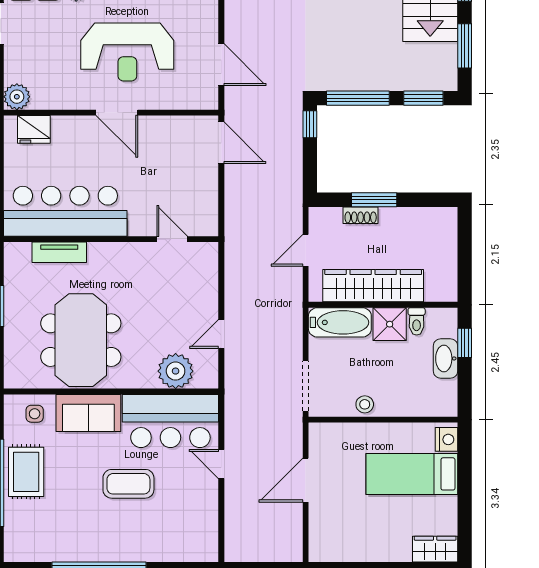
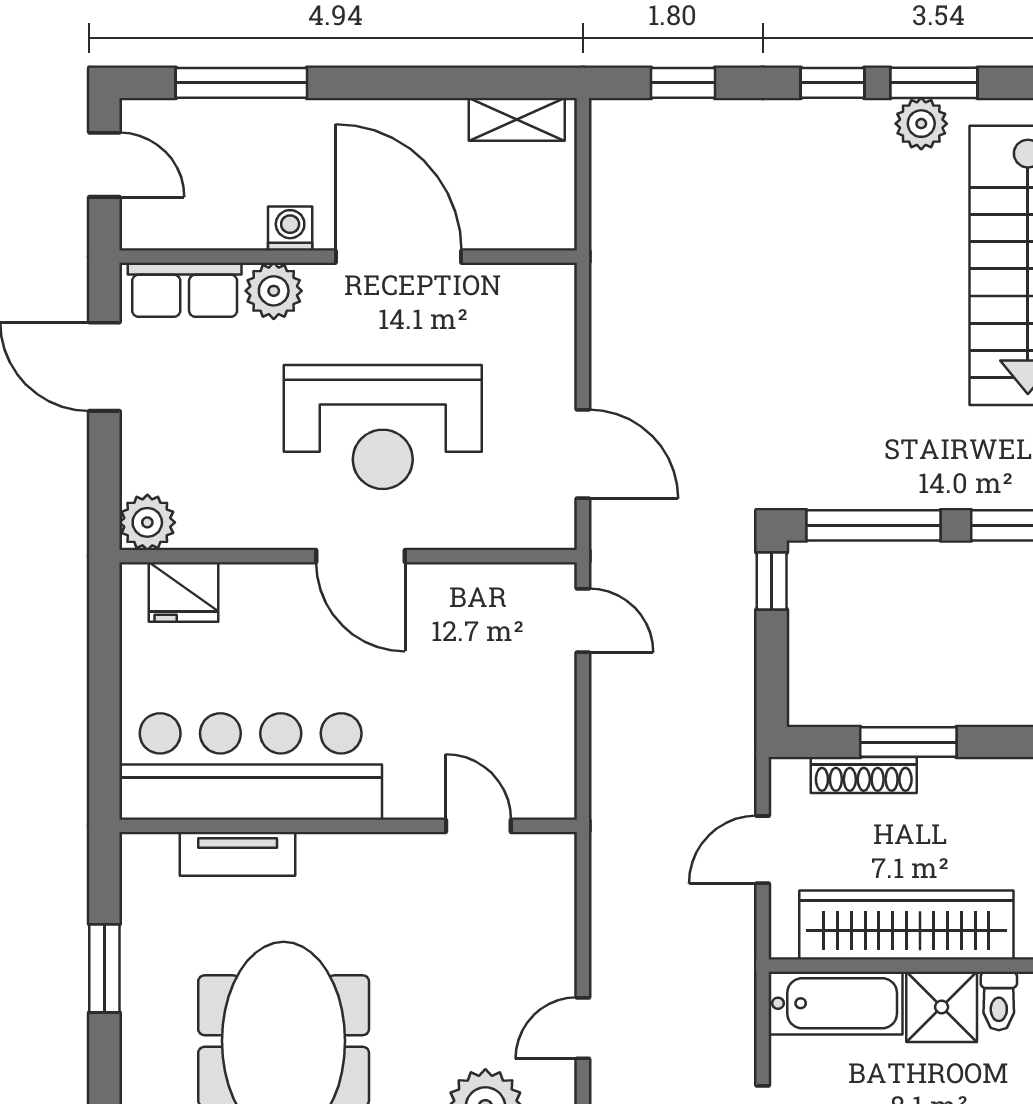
door: (221, 143) -> (583, 620), width x0.73
shoe rack: (361, 215) -> (864, 775), width x1.43

